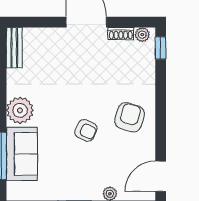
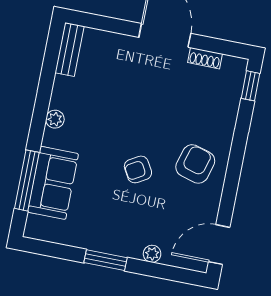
plant: (142, 35) -> (231, 65), removed
plant: (20, 110) -> (55, 119), width x0.53, depth x0.53
armchair: (86, 130) -> (138, 169), turned 125

